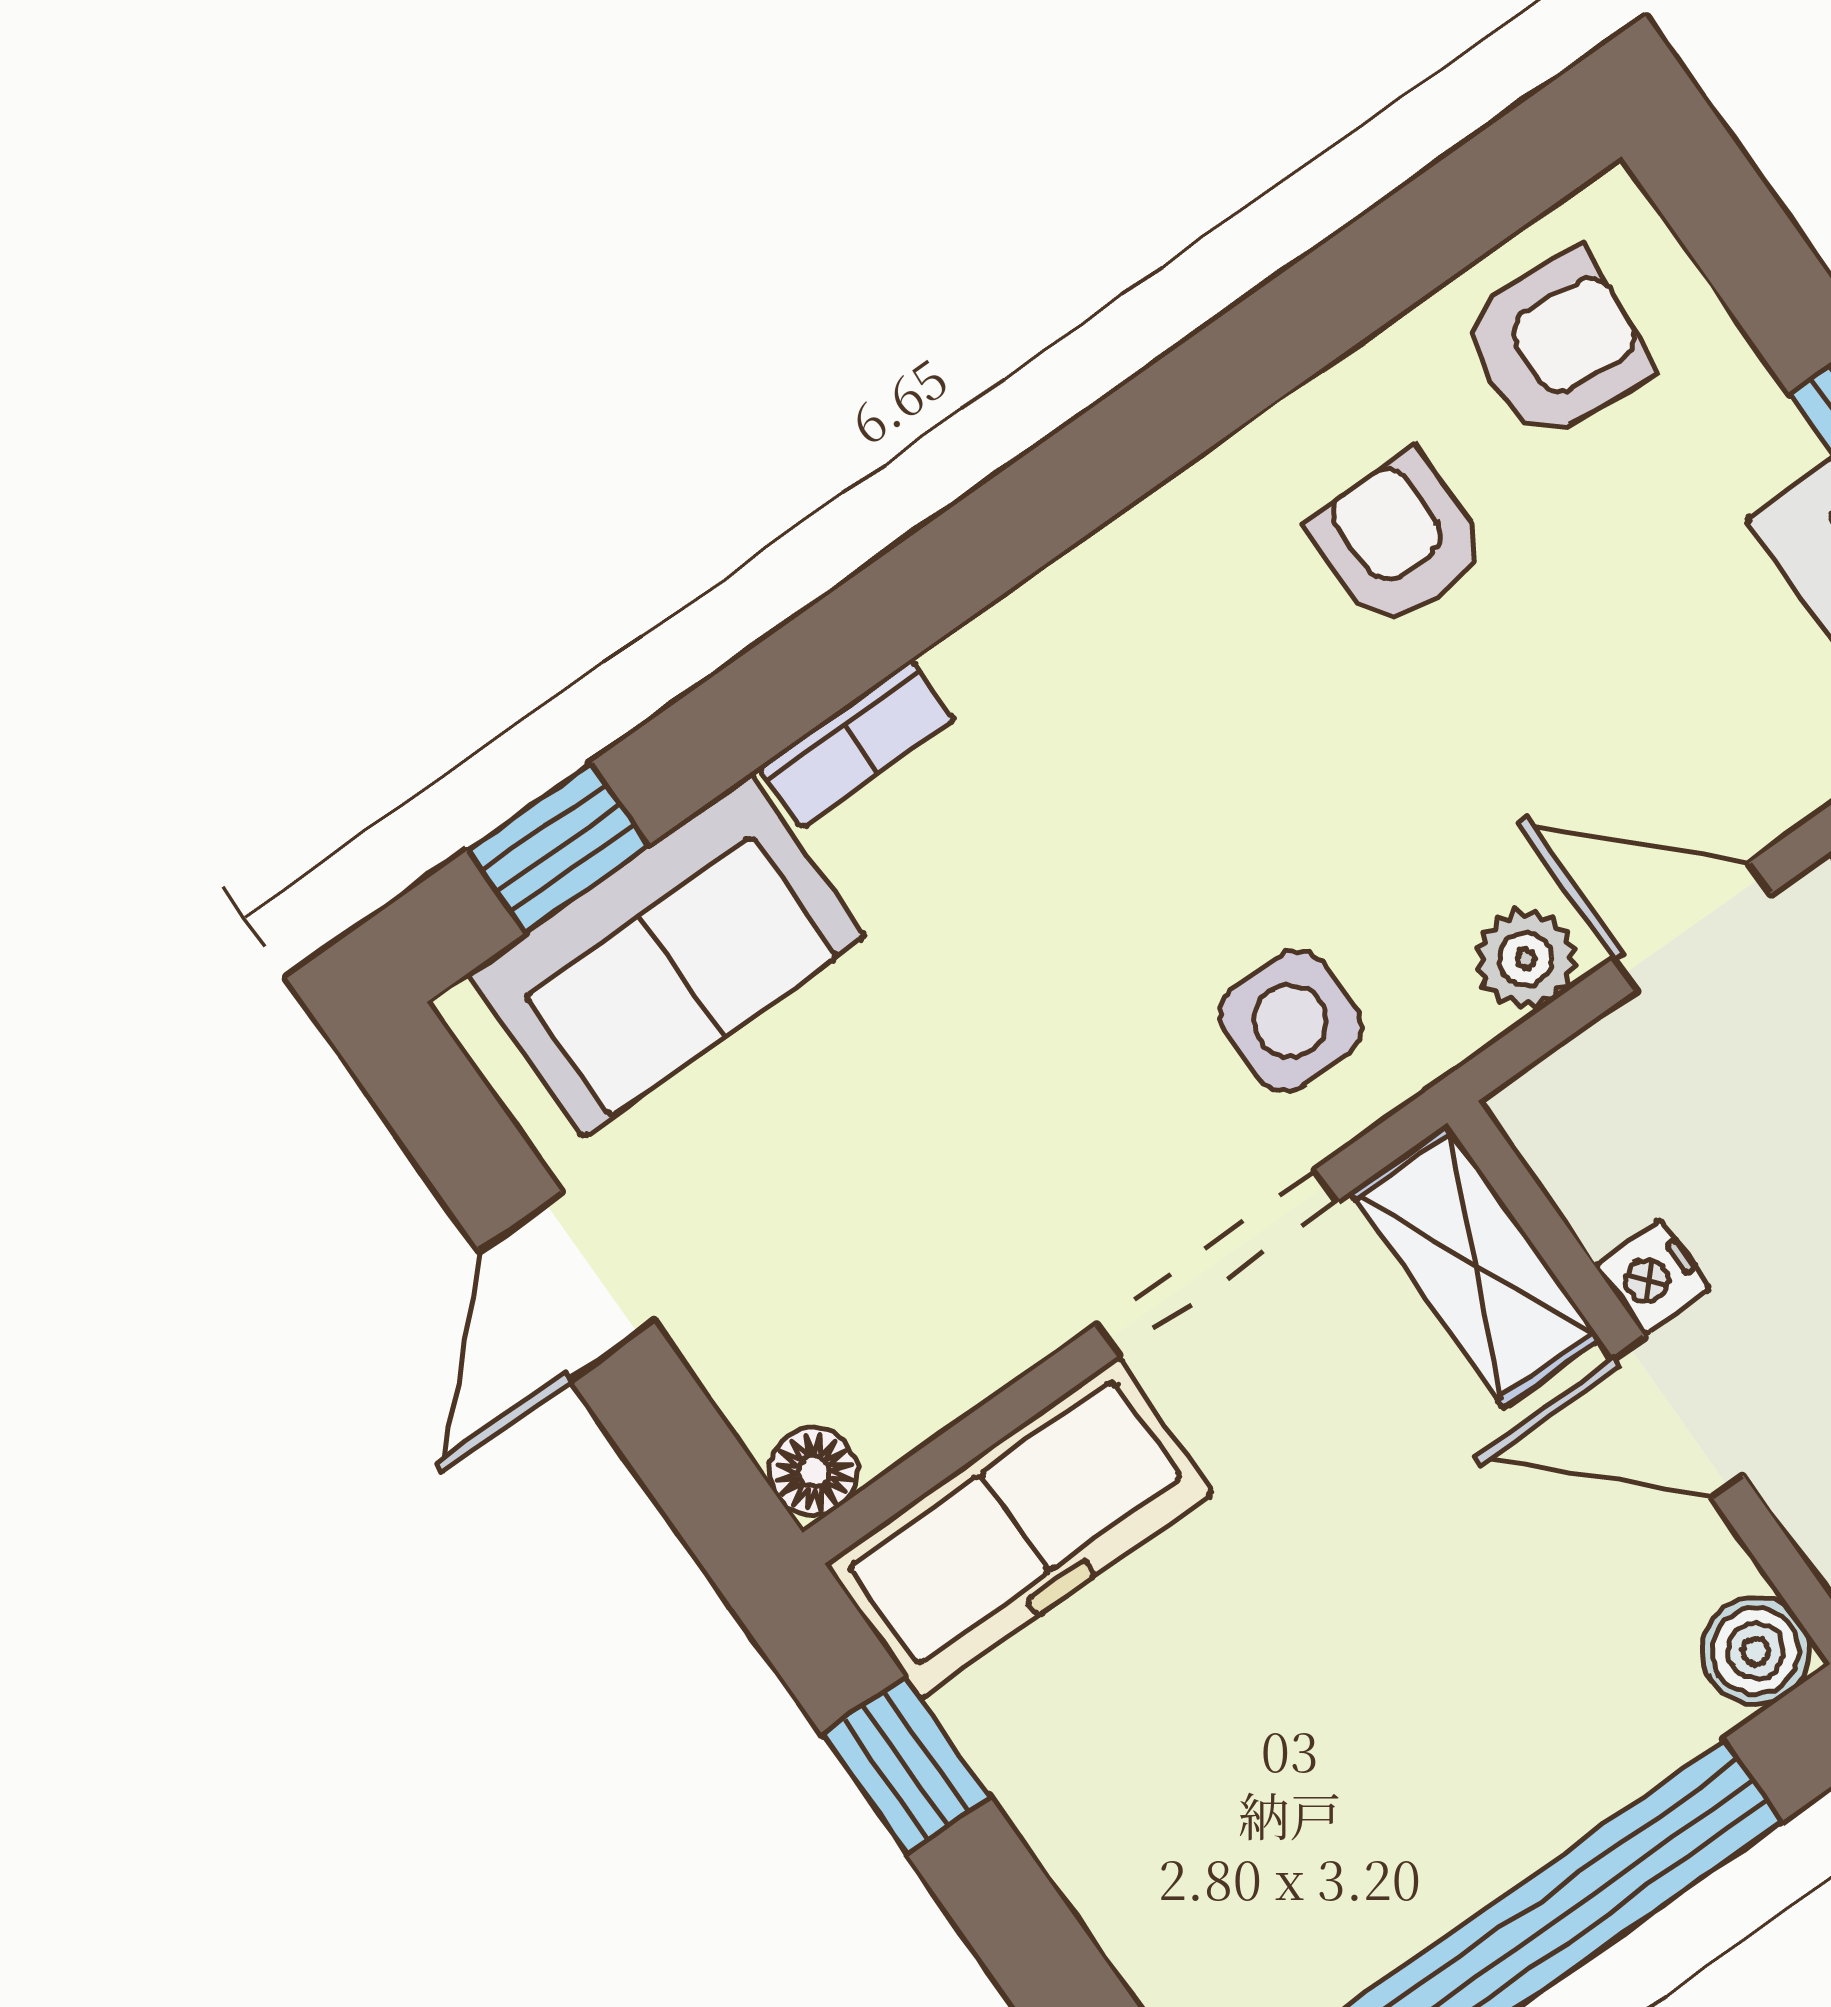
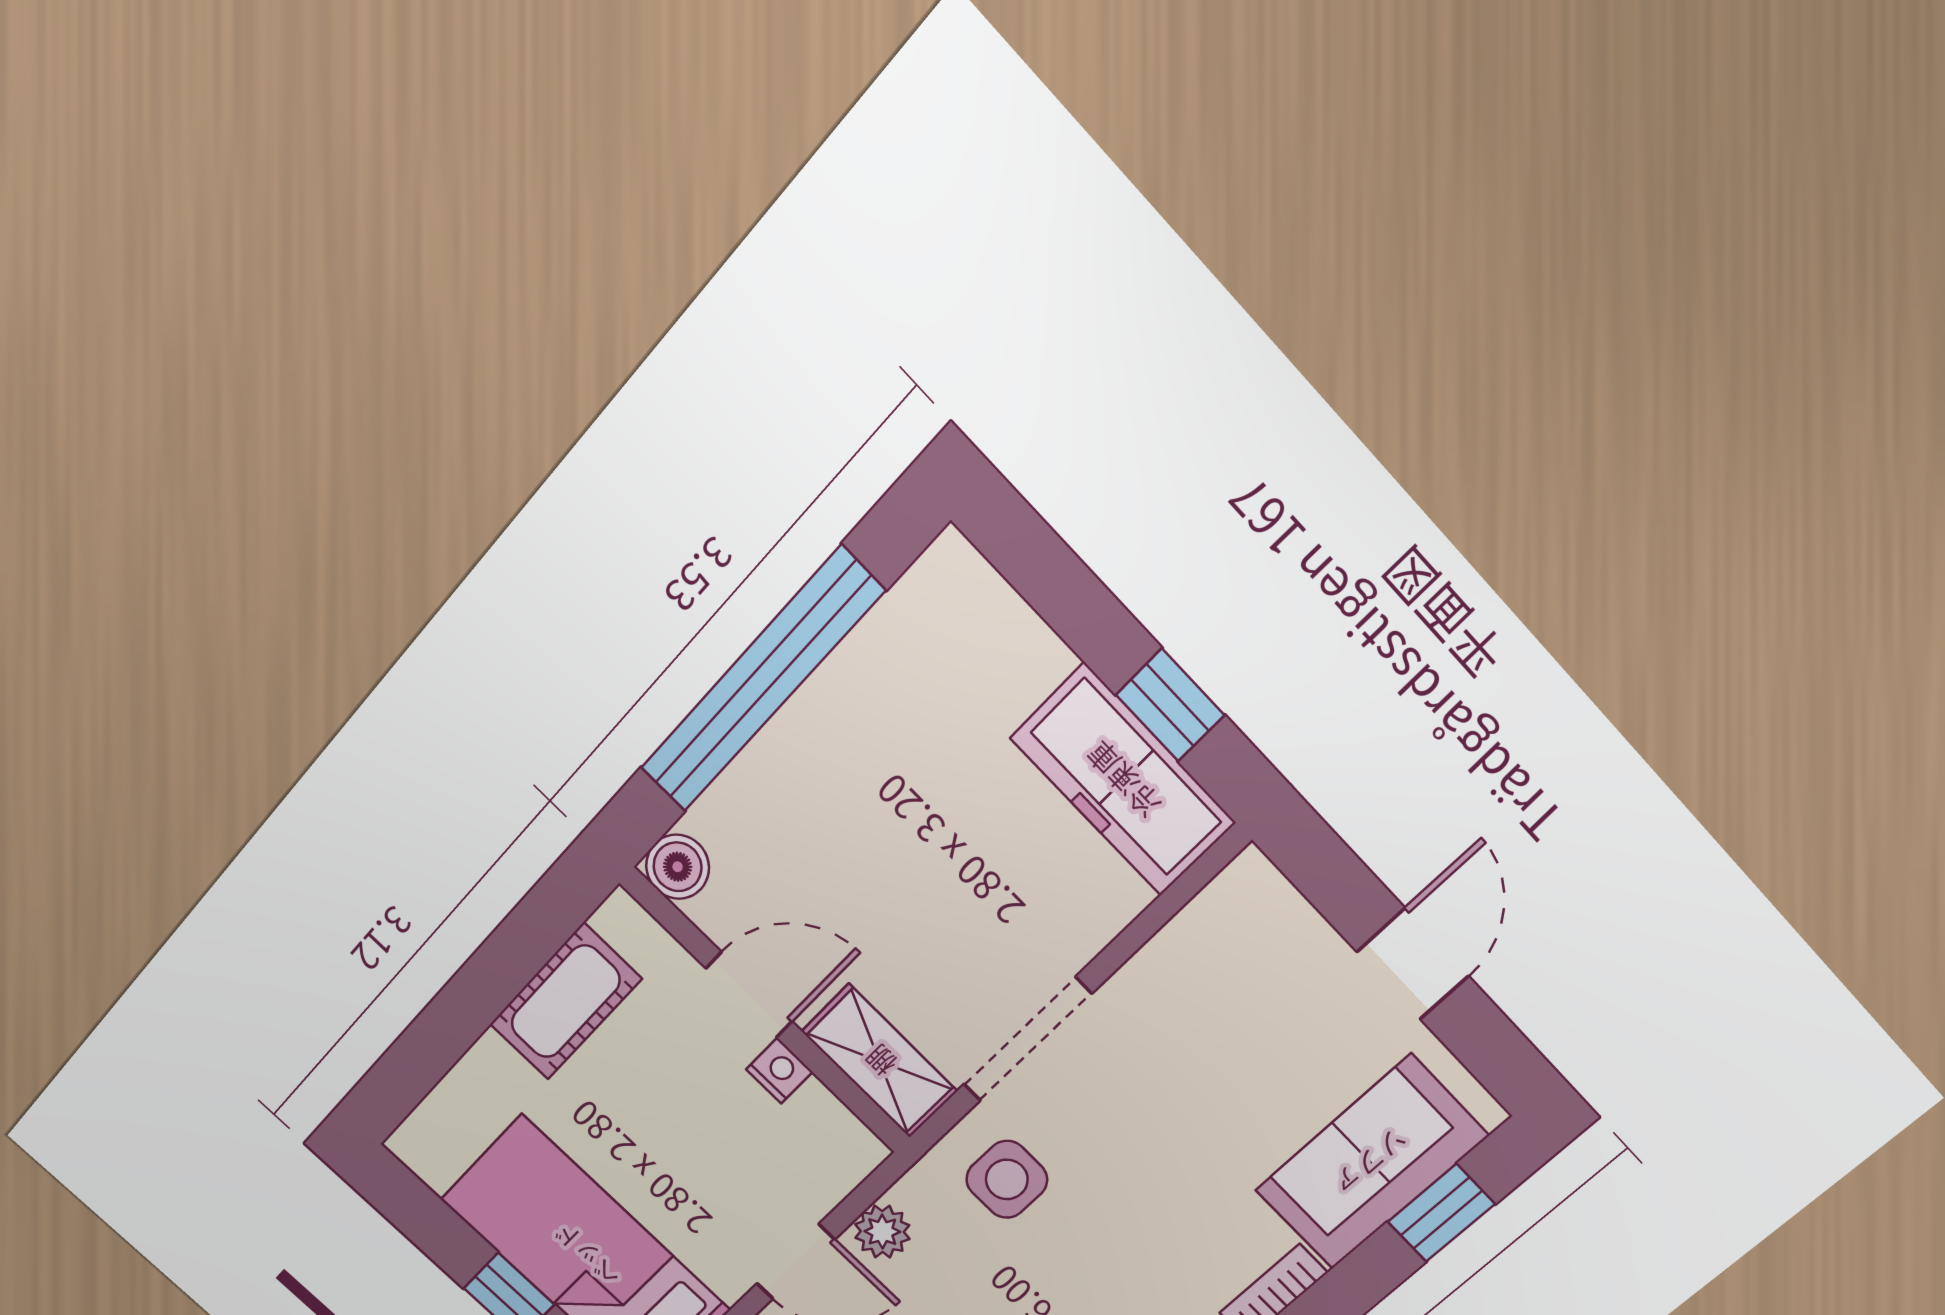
floor lamp: (814, 1472) -> (1250, 878), removed
freezer: (1019, 1528) -> (1123, 780), moved, turned -90

